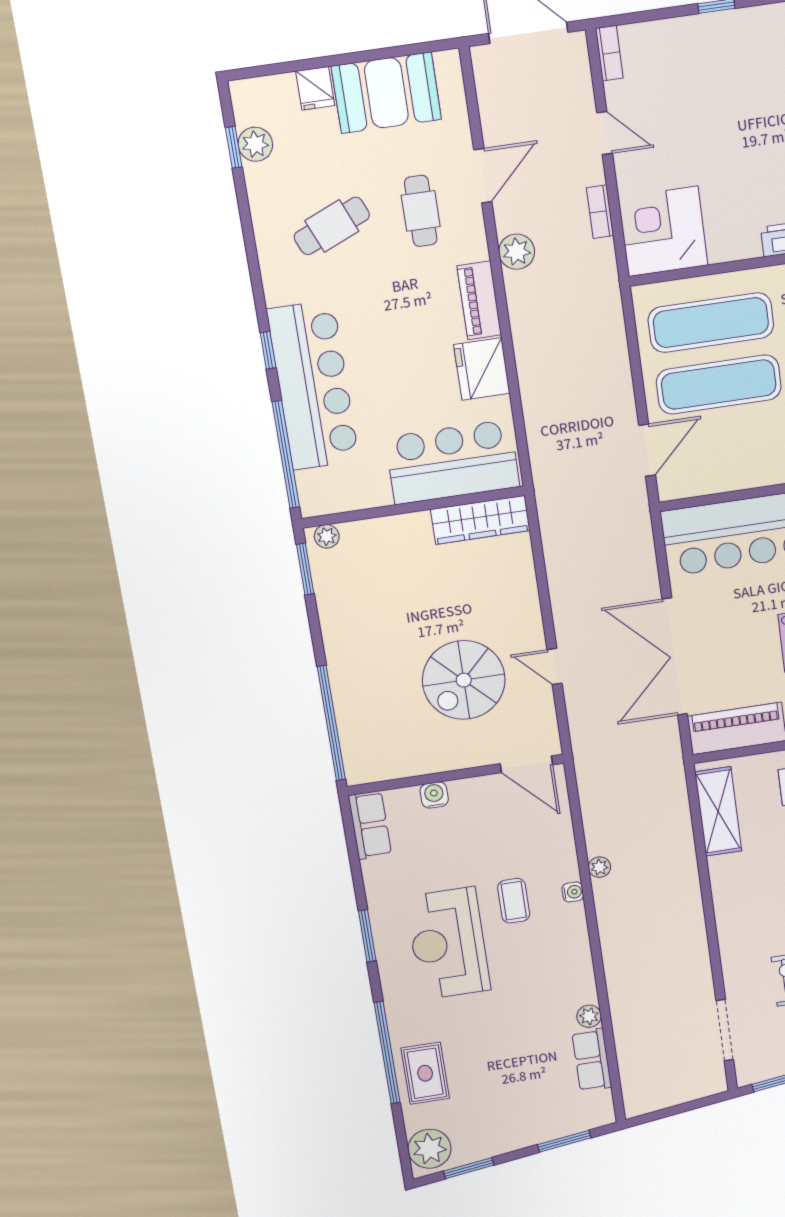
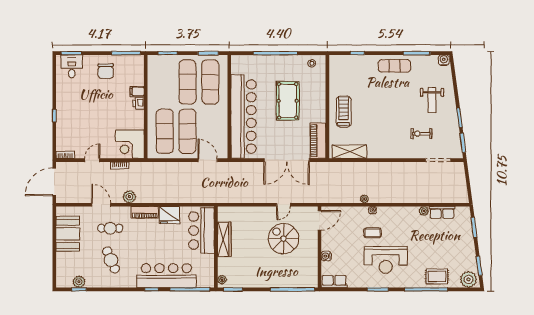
fridge: (315, 88) -> (63, 258), removed
wardrobe: (480, 520) -> (224, 239), moved
spiral stairs: (464, 680) -> (284, 239), turned 180

